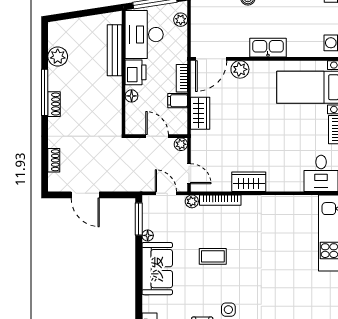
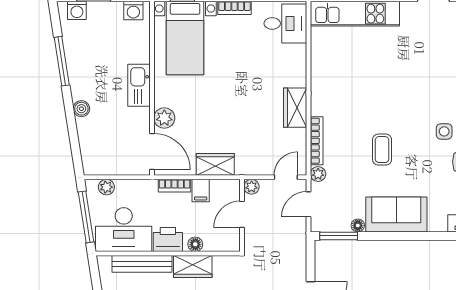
wardrobe: (112, 94) -> (193, 267), added

